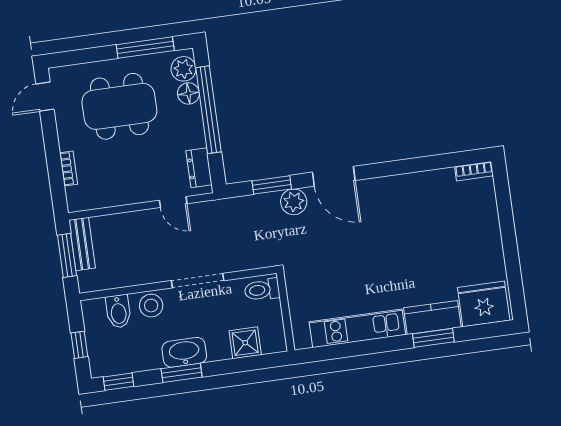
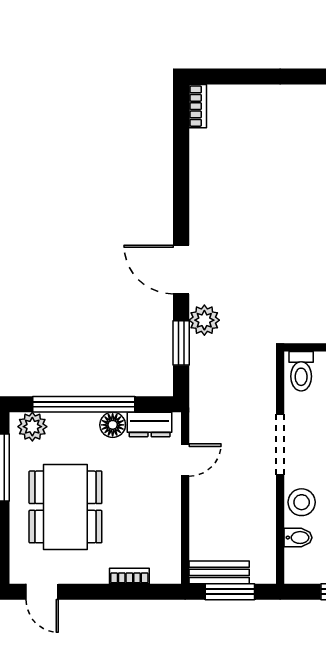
floor lamp: (188, 93) -> (113, 425), moved
door: (334, 176) -> (181, 270), swing flipped
bidet: (118, 311) -> (298, 538), width x0.72, depth x0.74

